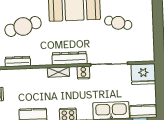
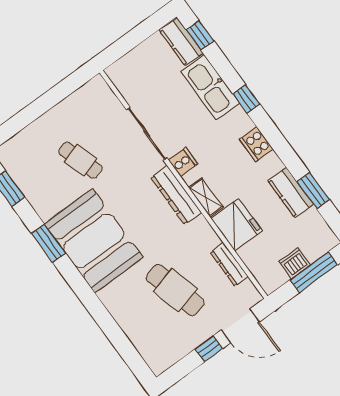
cafe table: (118, 23) -> (80, 160), turned -33
fridge: (143, 74) -> (237, 225), moved

